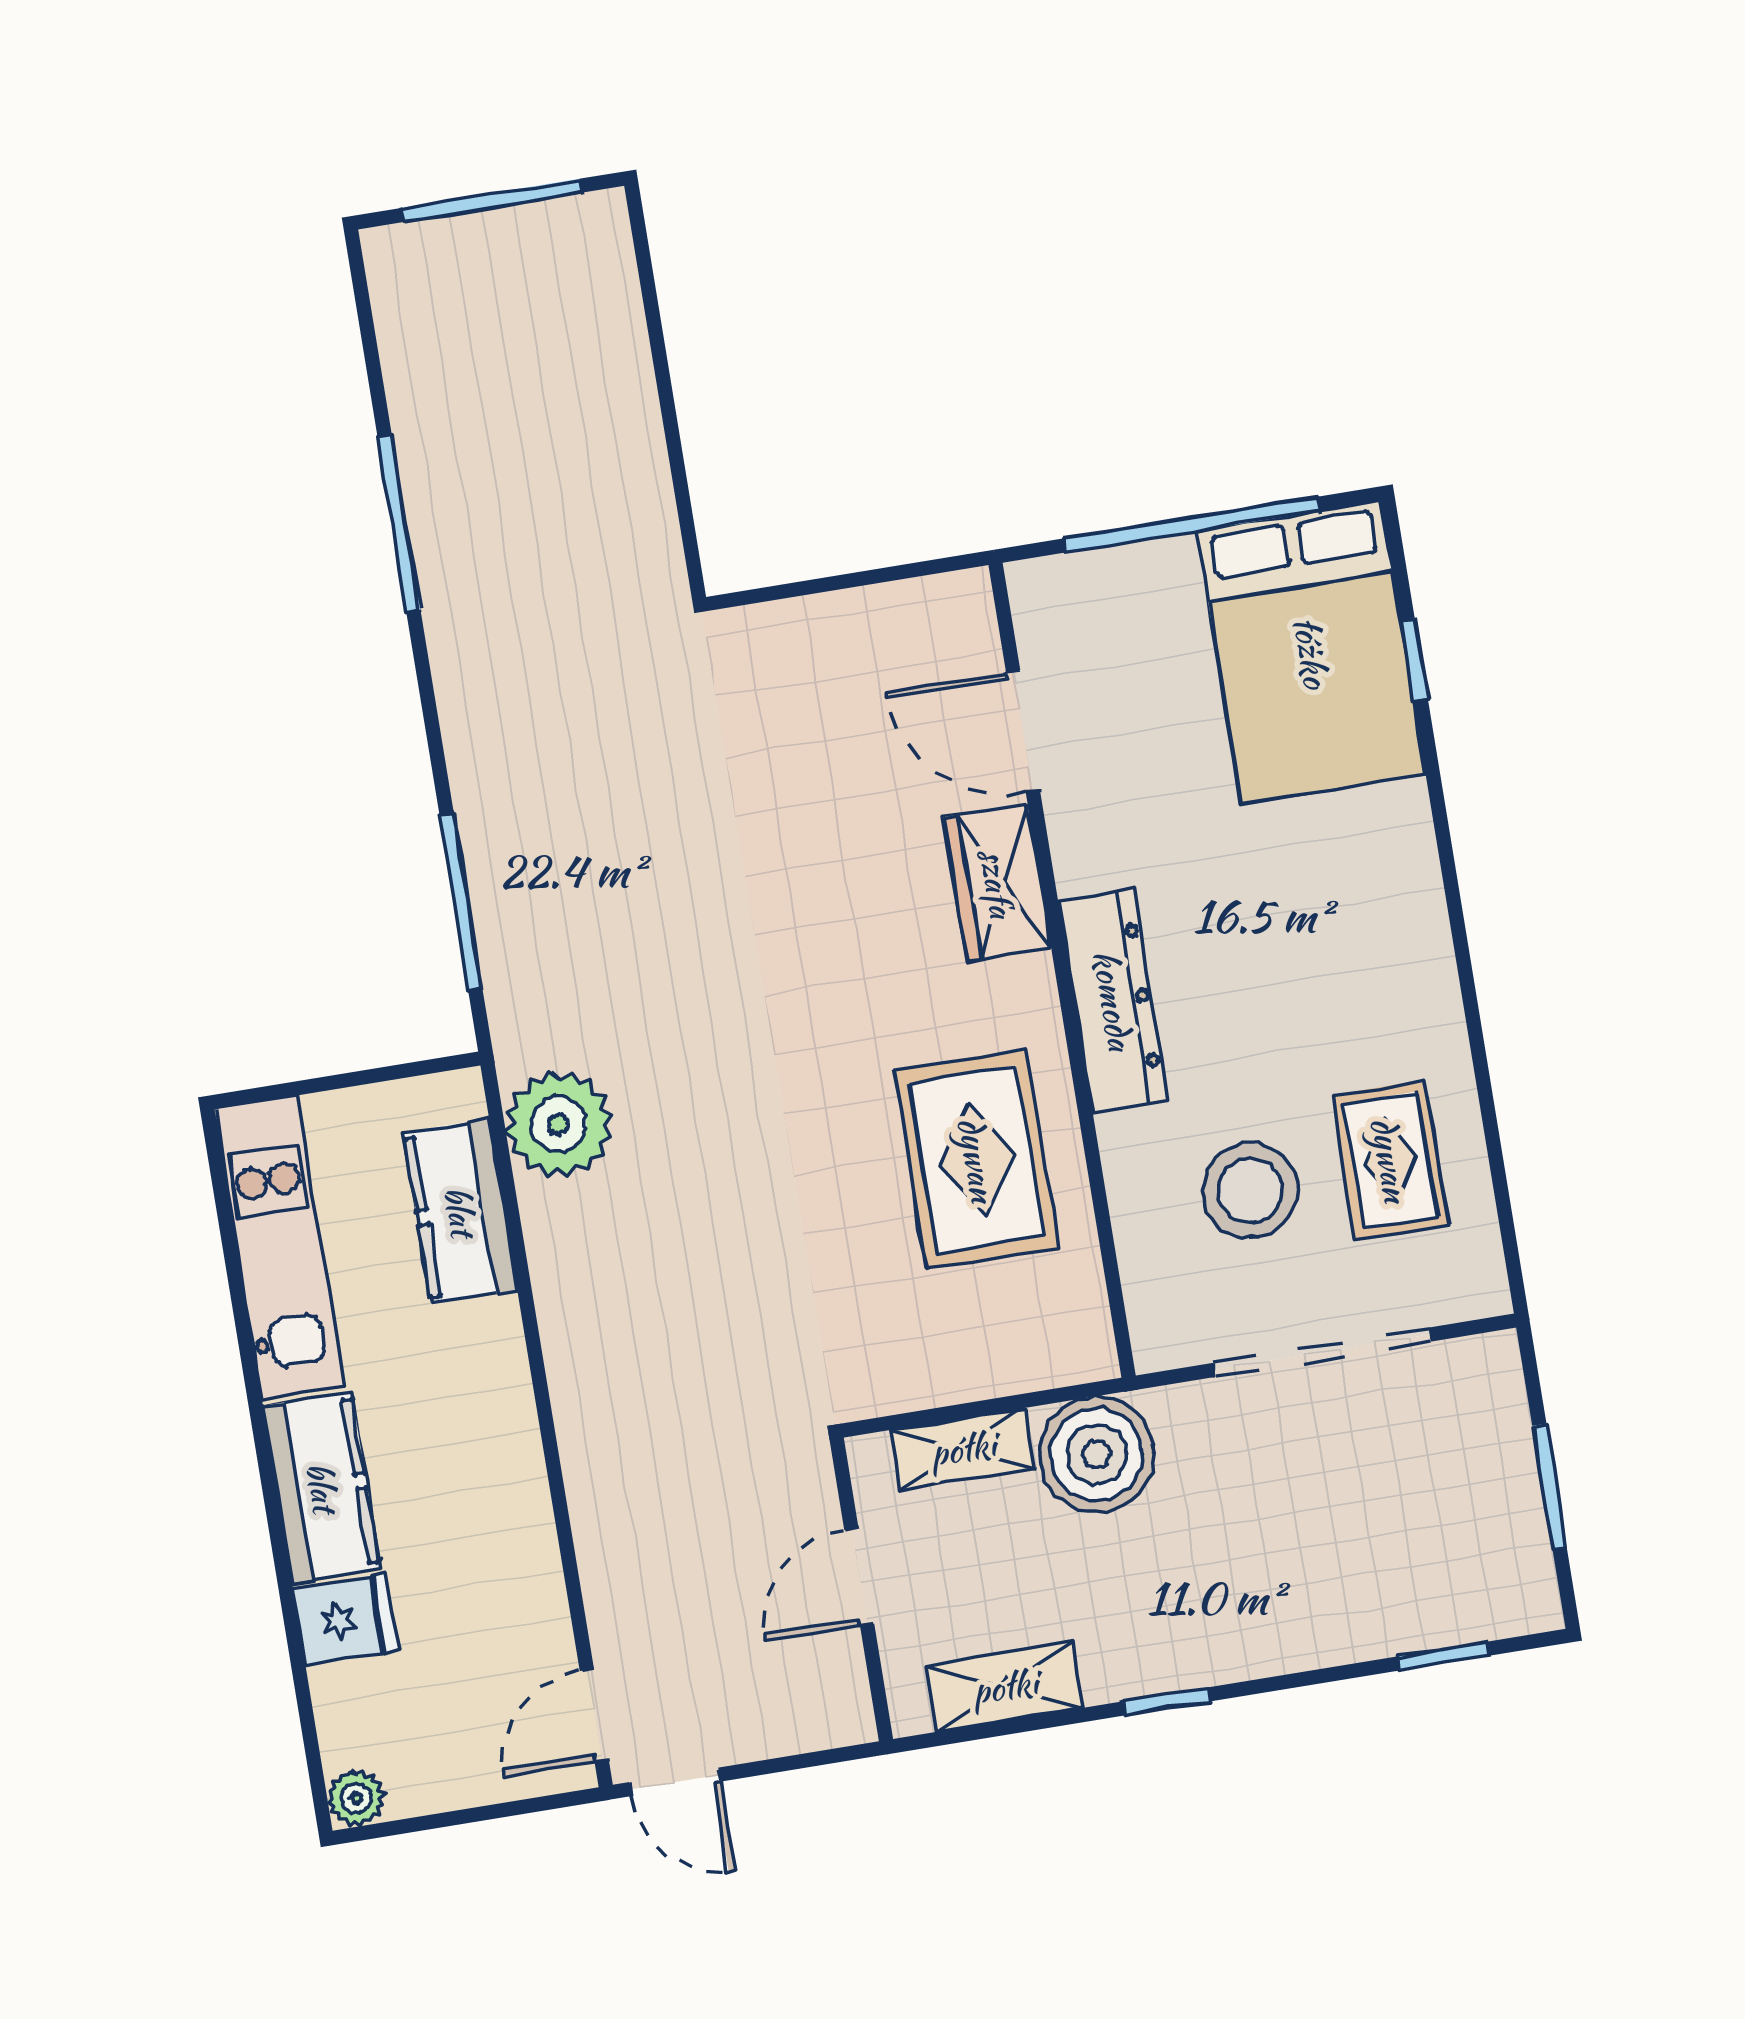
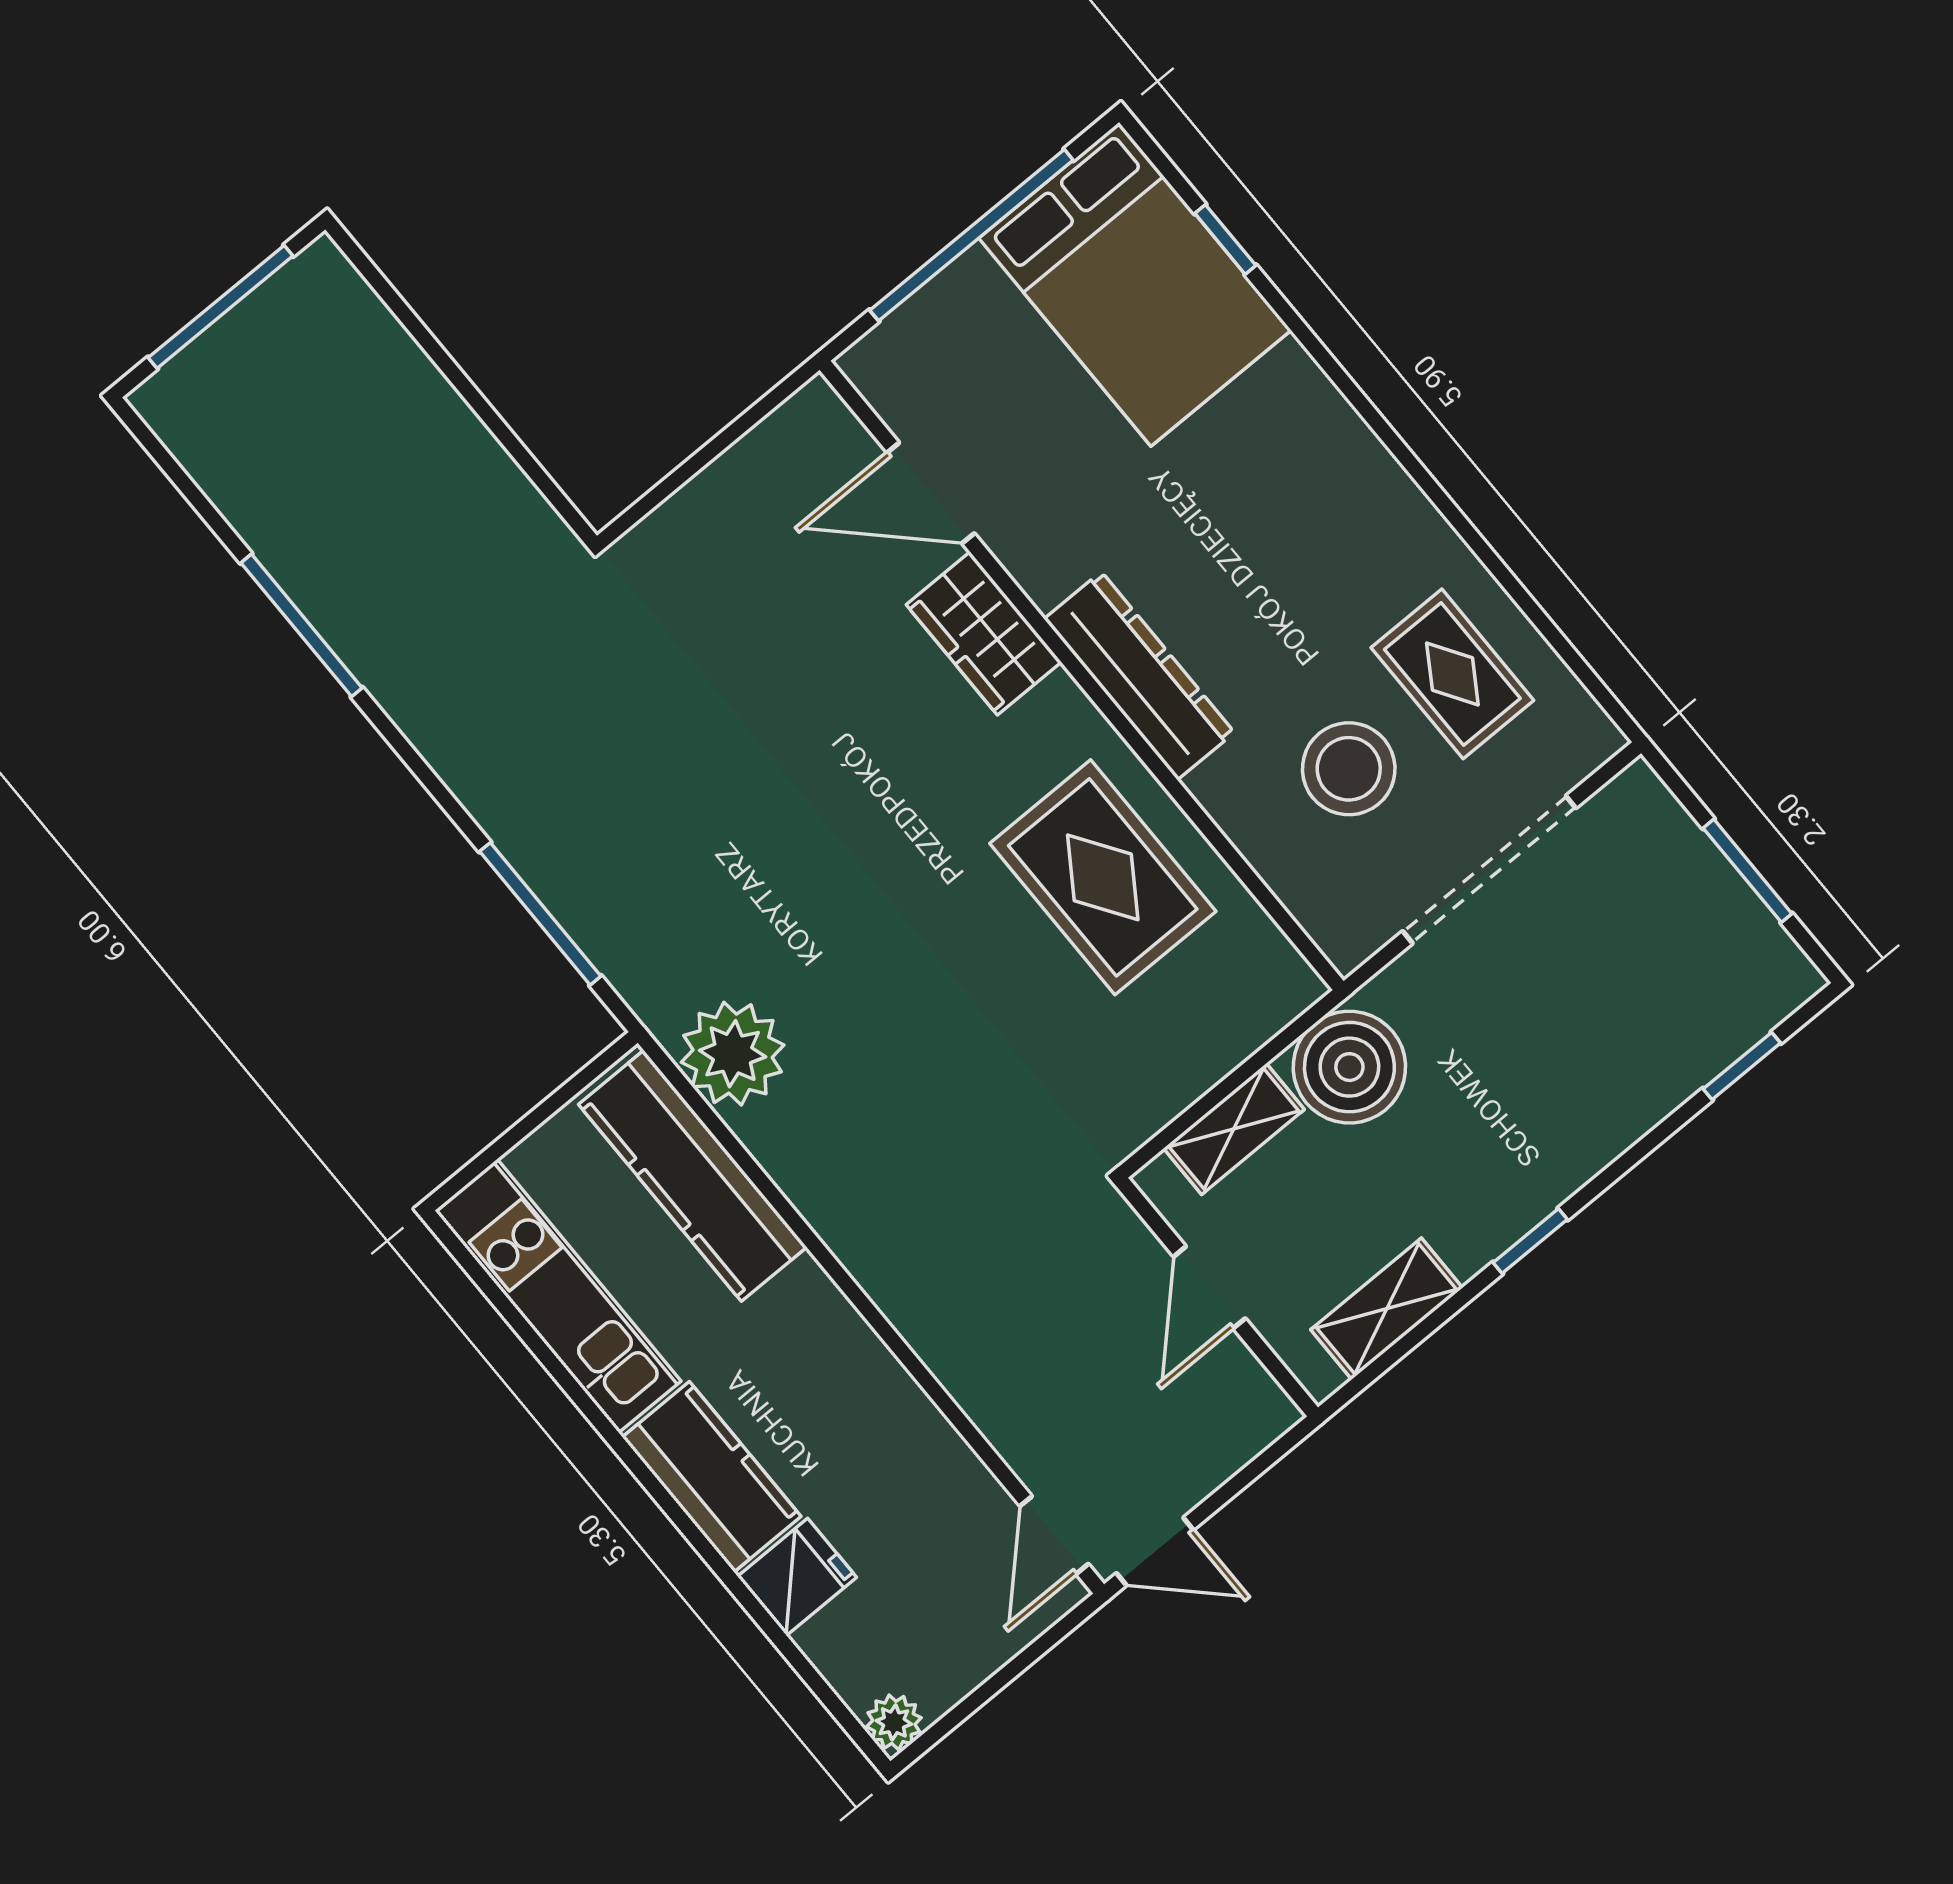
kitchen counter: (460, 1211) -> (693, 1176), width x1.50

